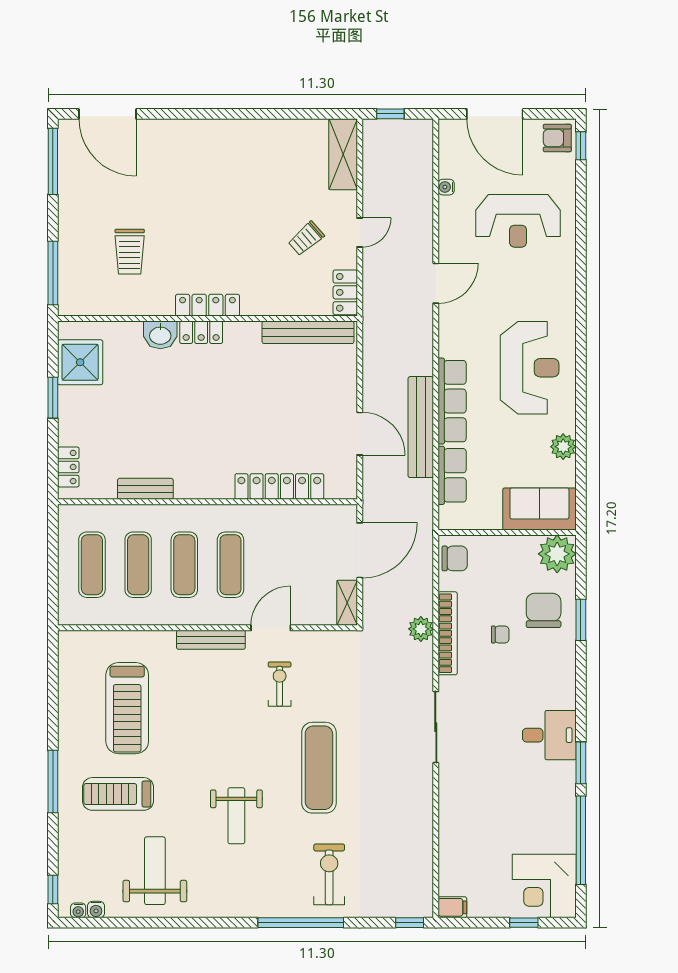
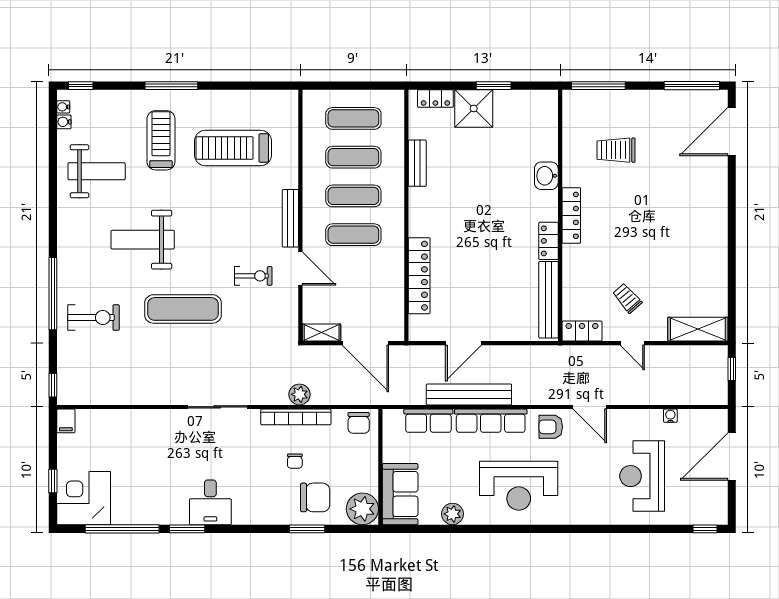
armchair: (557, 138) -> (551, 427), moved, turned -90
locker: (201, 332) -> (549, 241), moved
shower: (80, 362) -> (474, 108), moved
weight bench: (236, 816) -> (143, 240), width x1.36, depth x1.33

